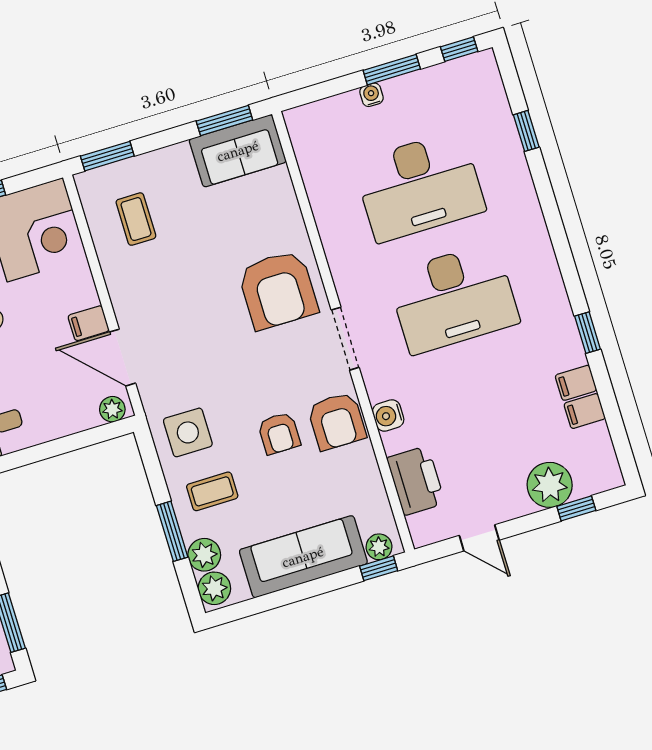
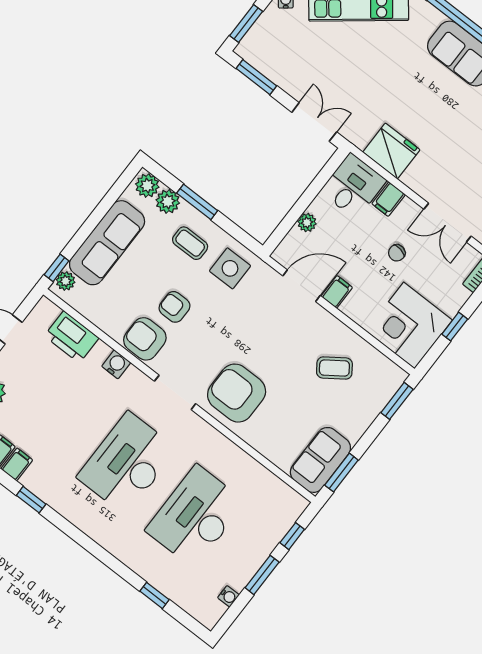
window: (459, 49) -> (292, 536), moved
water cooler: (372, 95) -> (228, 596), moved
coffee table: (136, 219) -> (334, 368), moved, turned -35
plant: (112, 409) -> (307, 223), moved
coffee table: (212, 491) -> (190, 243), turned 90

